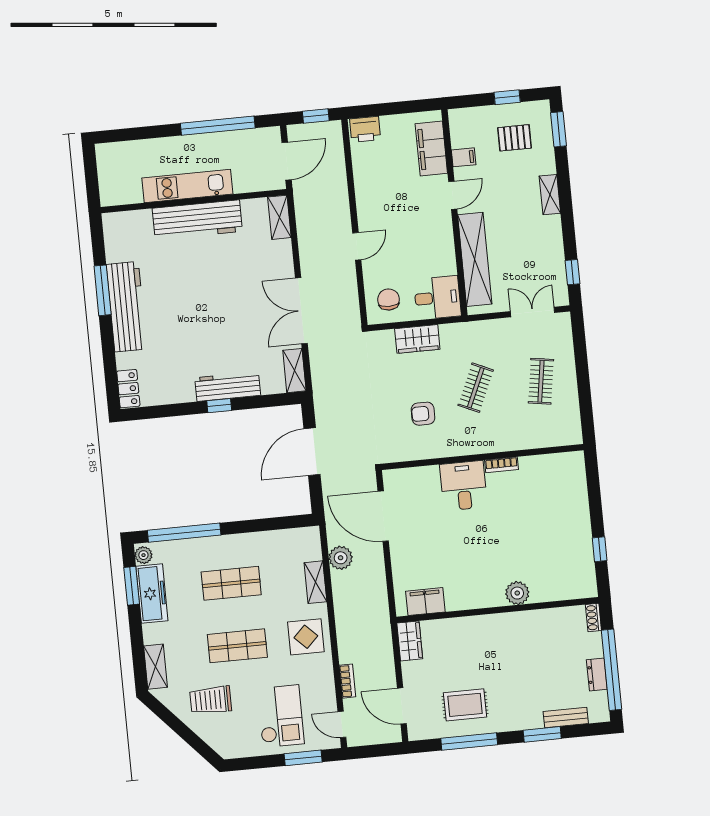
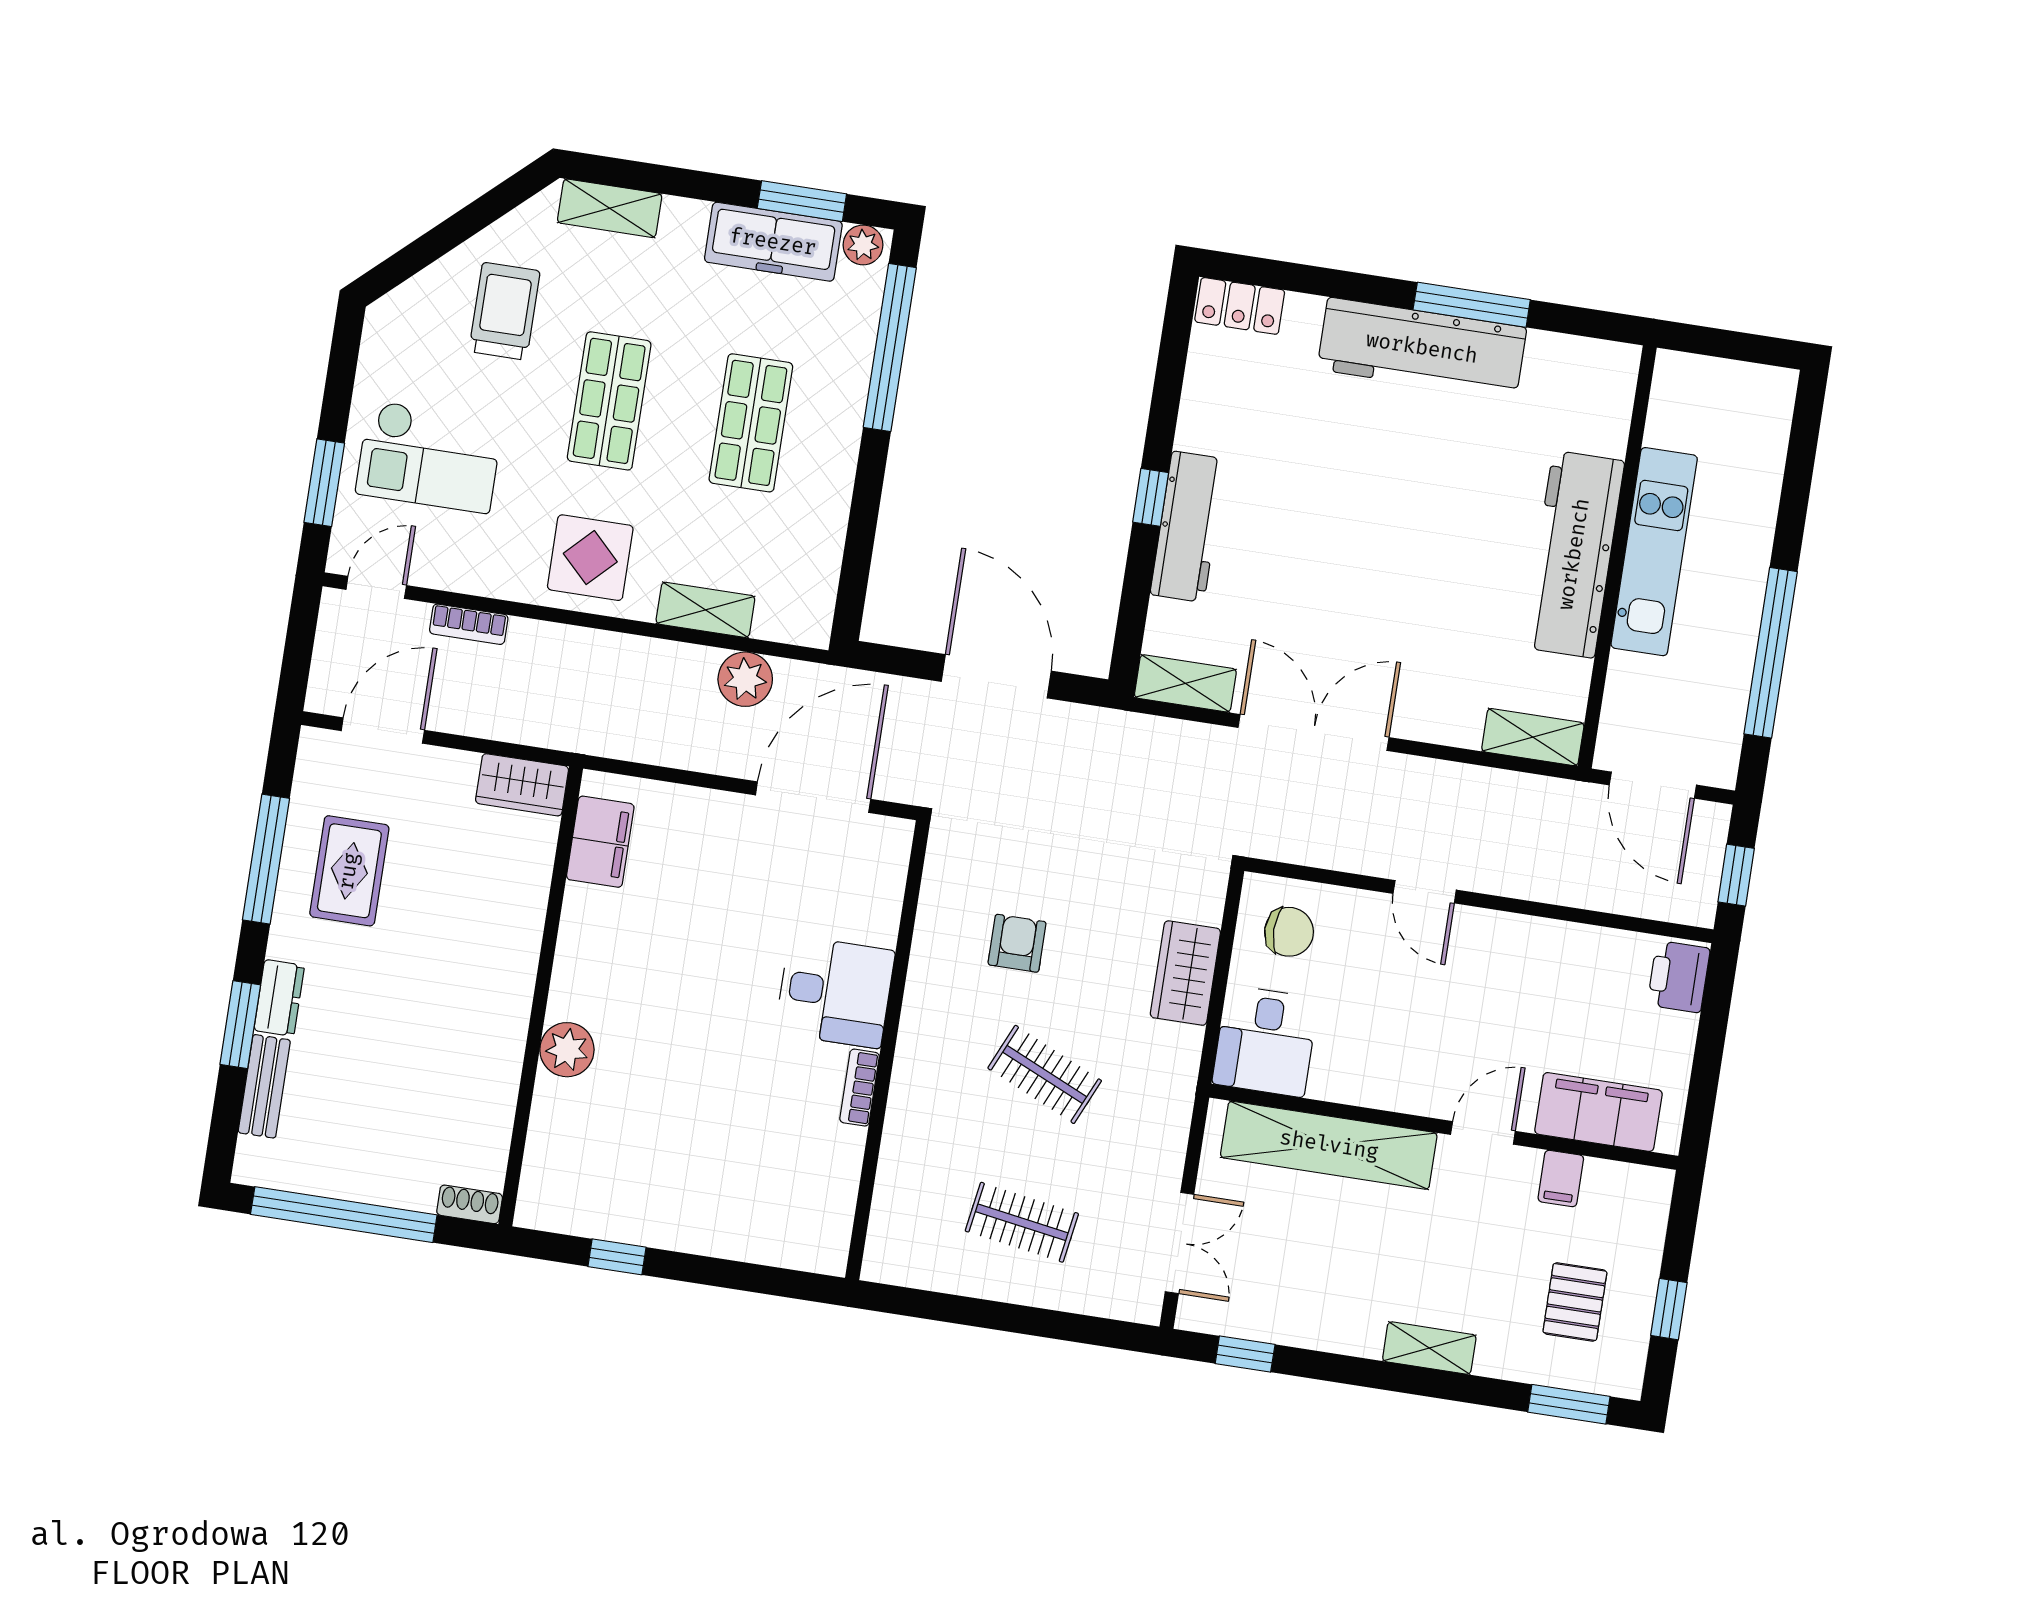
door: (453, 195) -> (1483, 1133), swing flipped
dresser: (597, 674) -> (279, 998), moved, turned 90

